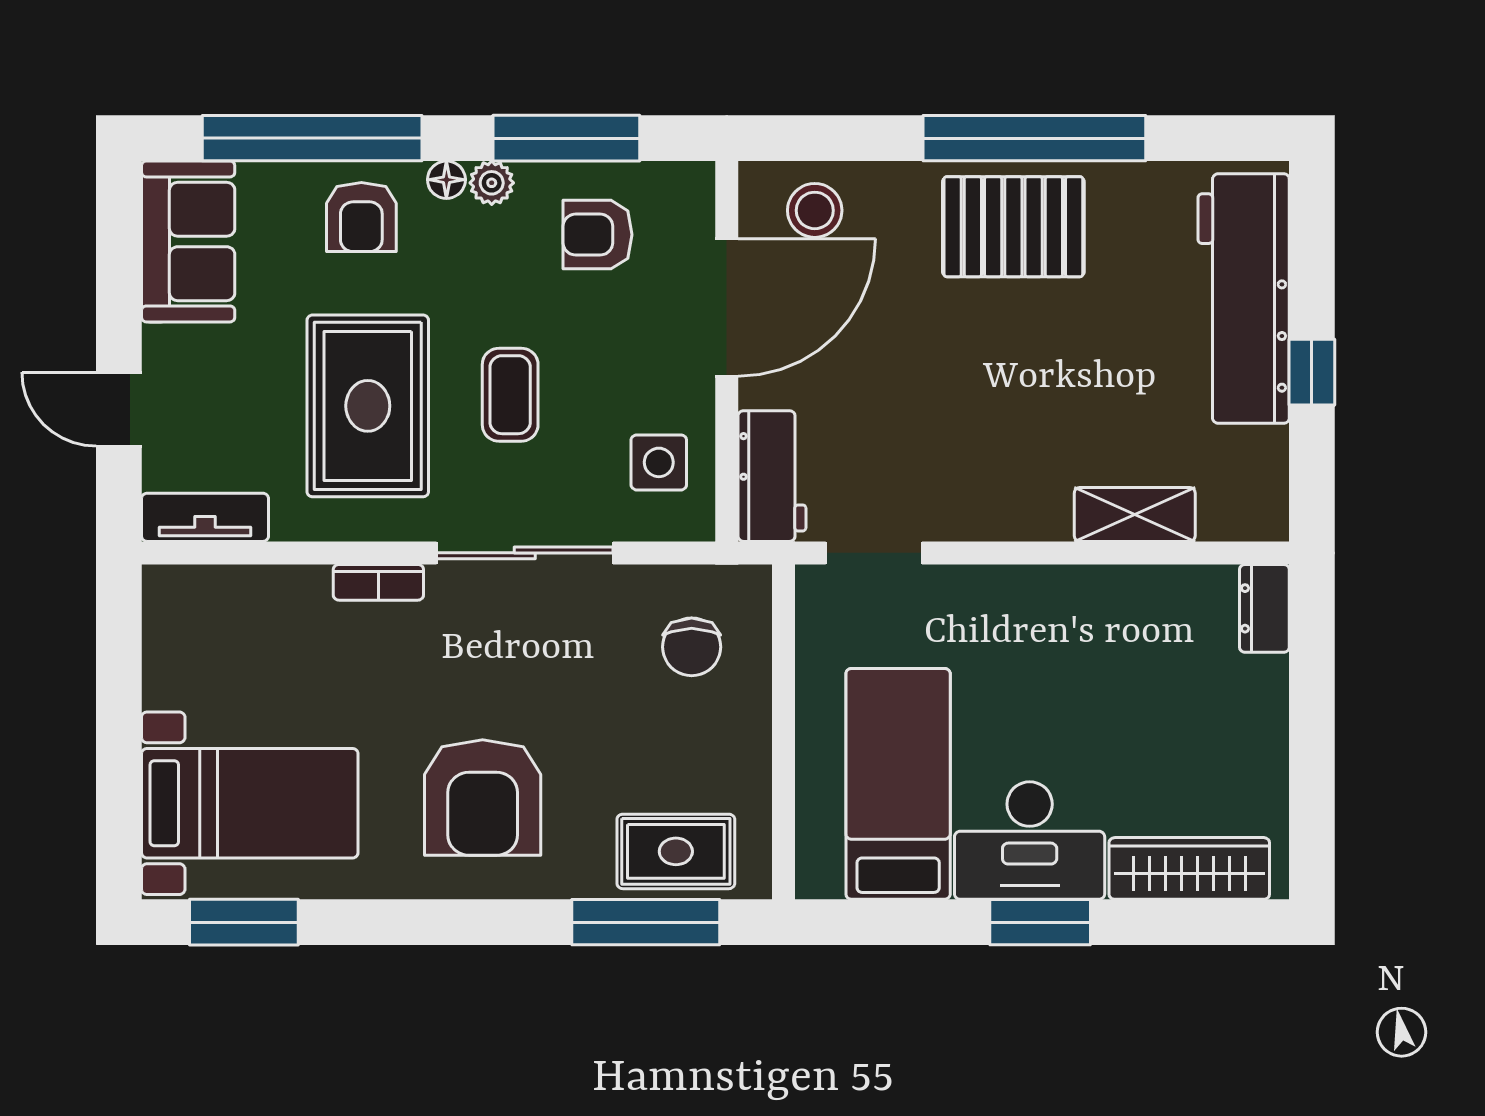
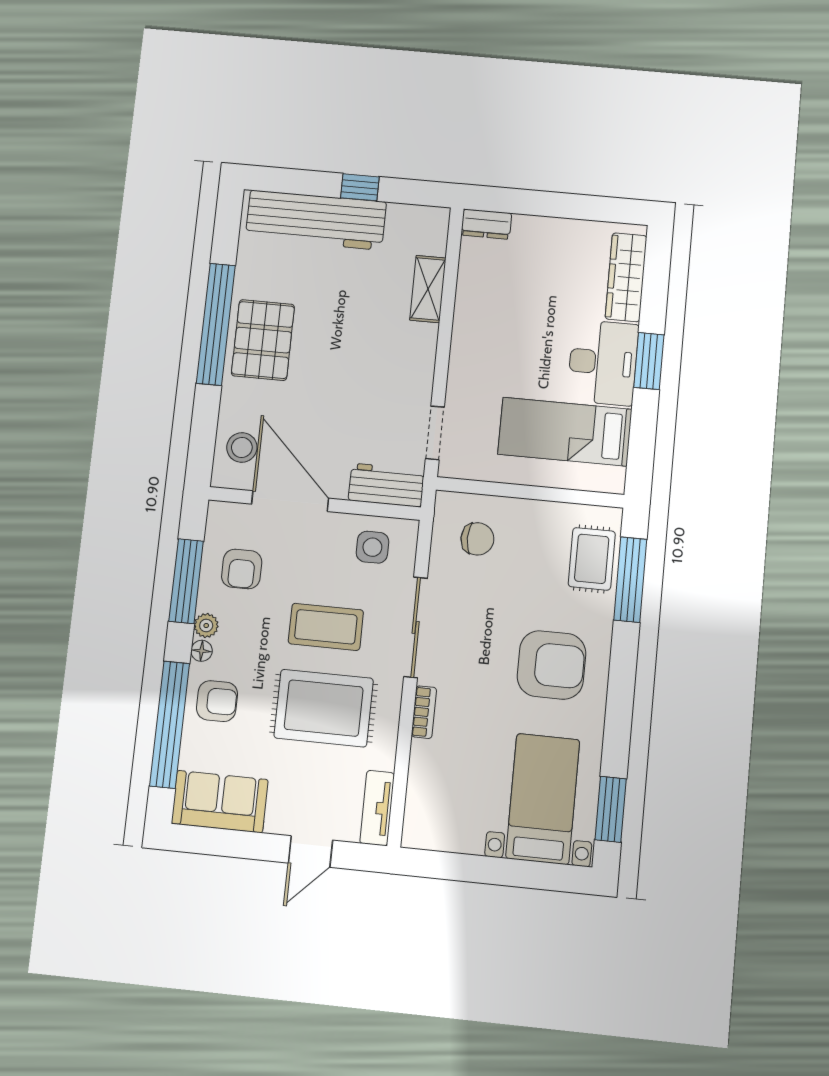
coffee table: (510, 395) -> (326, 627), width x1.36, depth x1.30

